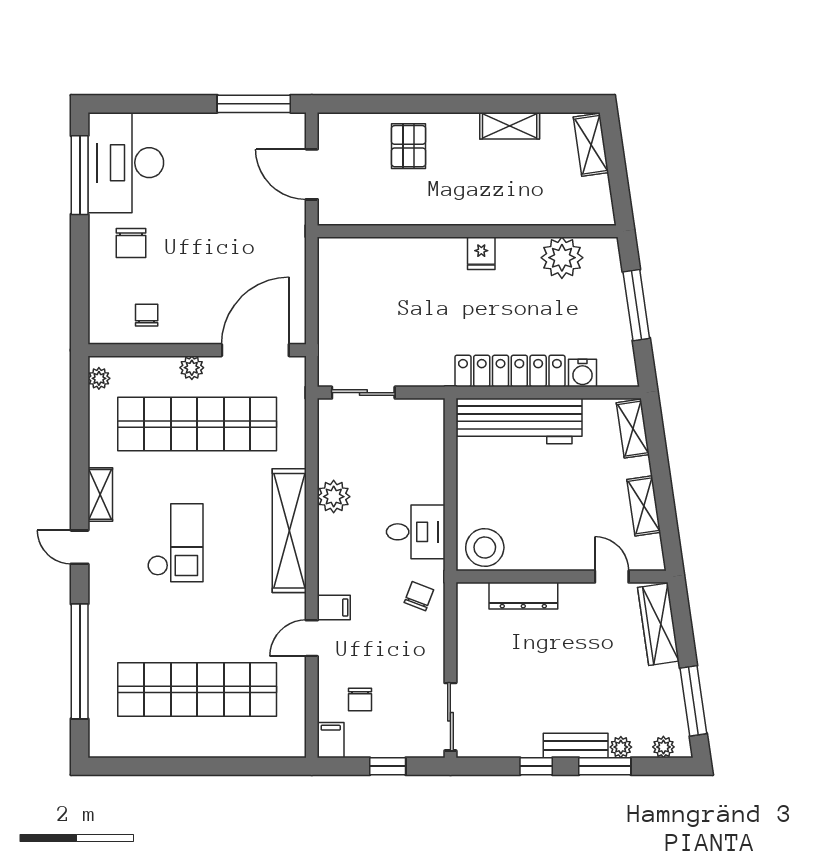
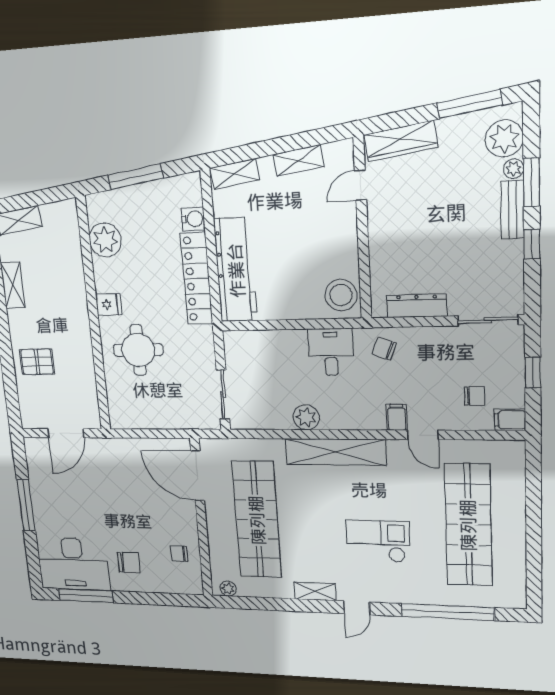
window: (254, 104) -> (26, 505), moved
round table: (422, 286) -> (138, 350), added
plant: (192, 368) -> (215, 522), removed
checkout: (175, 543) -> (378, 541), moved
dresser: (523, 596) -> (417, 306), moved, turned -90
plant: (663, 747) -> (504, 139), width x1.88, depth x1.88

